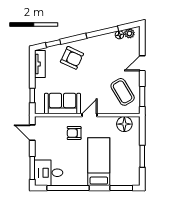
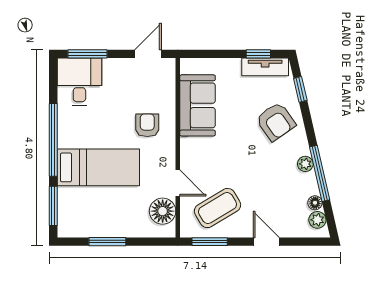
plant: (97, 40) -> (305, 164), added
armchair: (72, 58) -> (276, 122), turned -60
window: (32, 95) -> (258, 54), moved
door: (90, 115) -> (178, 183), moved
window: (68, 188) -> (53, 140), moved

